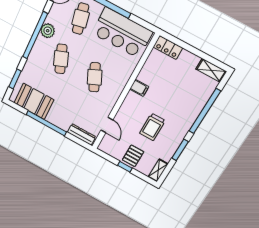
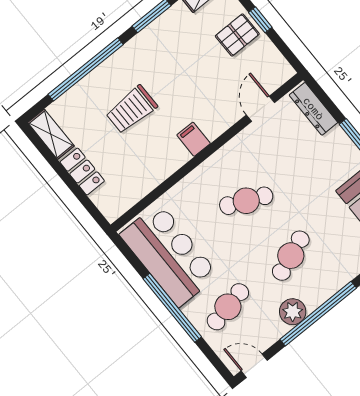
locker: (168, 48) -> (82, 171), moved
cafe table: (95, 77) -> (246, 201), turned 48
filing cabinet: (139, 88) -> (194, 139), moved
trolley: (152, 127) -> (131, 109), moved, turned 180

